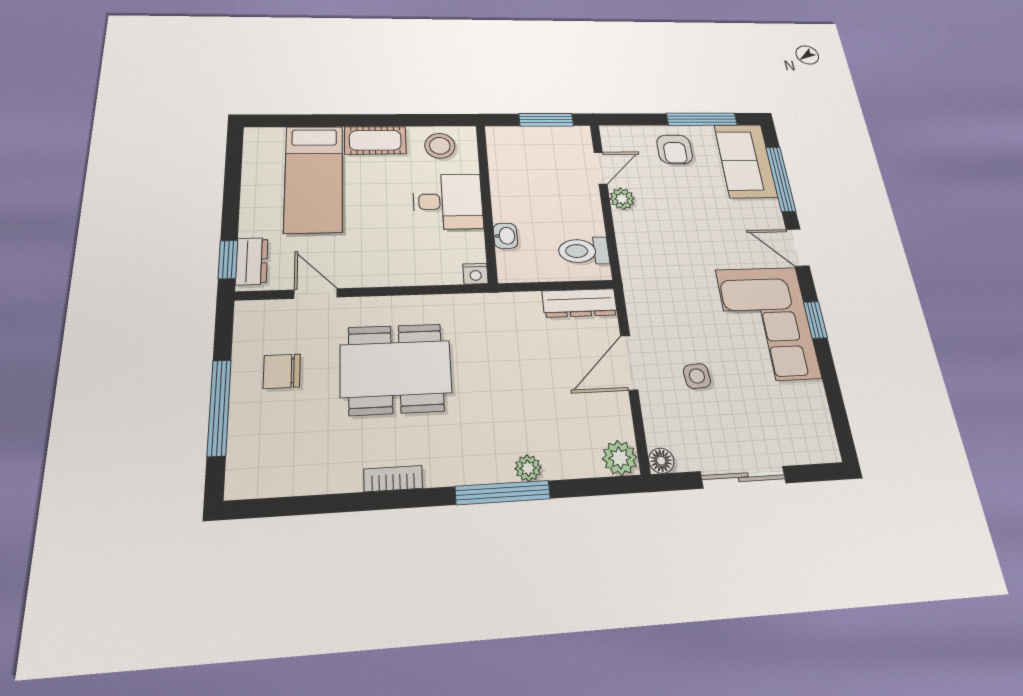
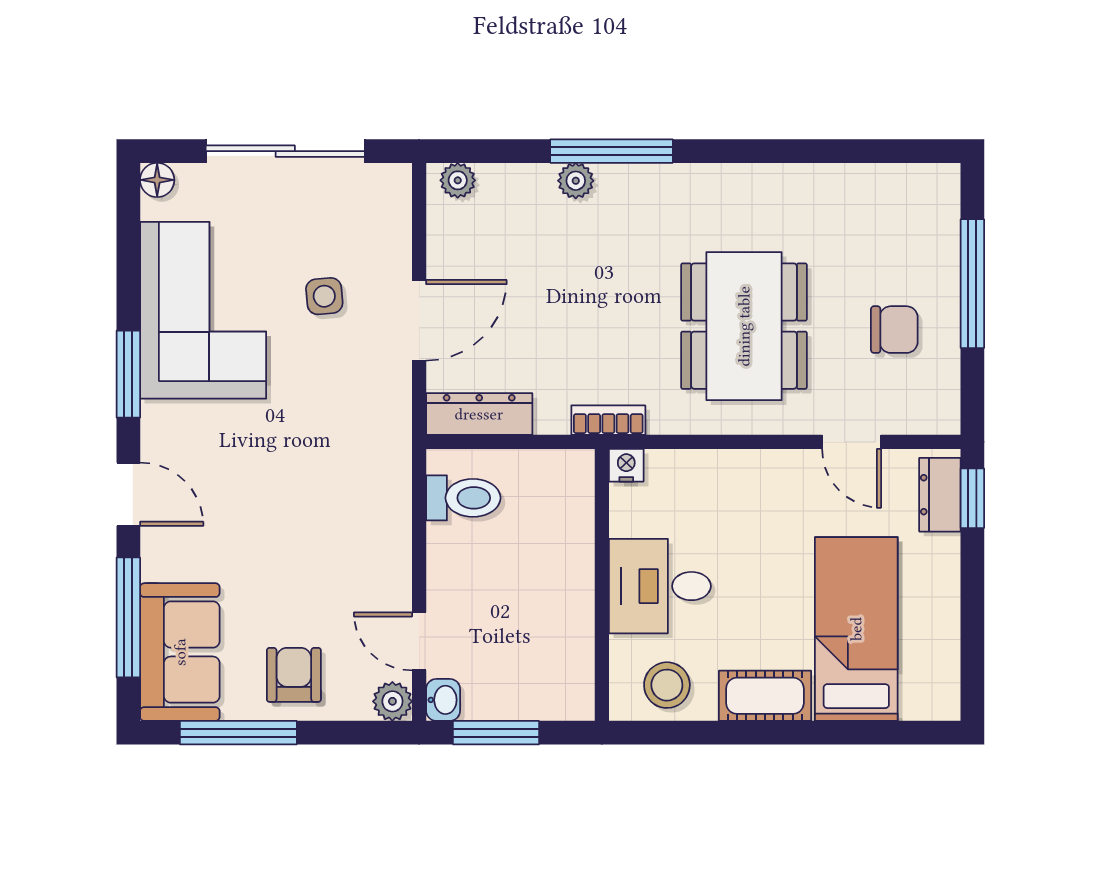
door: (601, 168) -> (419, 641), hinge flipped
plant: (622, 199) -> (392, 701), moved
washbasin: (505, 236) -> (443, 700), moved, turned 180
window: (815, 320) -> (128, 374), width x1.50
corner sofa: (768, 323) -> (203, 310), moved
dining table: (396, 369) -> (744, 326), turned 90
plant: (620, 458) -> (458, 180), width x0.73, depth x0.73
floor lamp: (661, 461) -> (157, 180), moved
sliding door: (743, 477) -> (285, 151), width x1.37
bookcase: (393, 479) -> (608, 420), moved, turned 180

